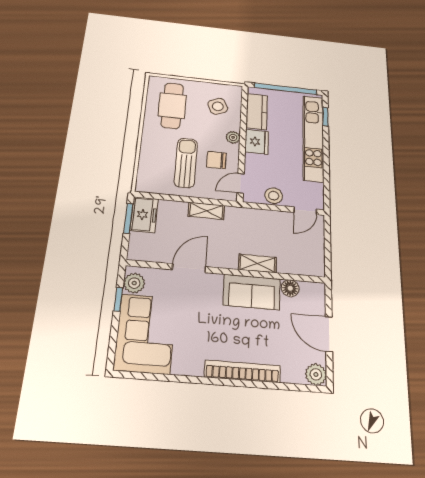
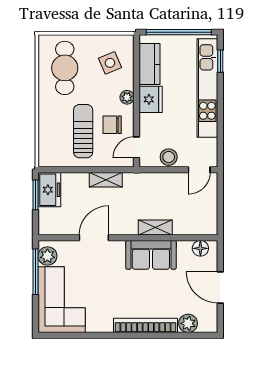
floor lamp: (290, 288) -> (200, 248), moved
window: (118, 299) -> (36, 272), width x2.17
plant: (316, 374) -> (188, 323), moved

